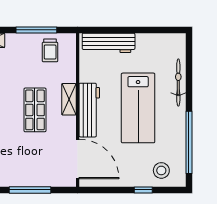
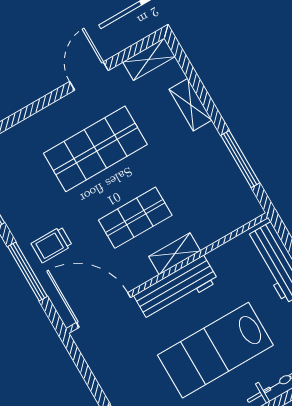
trolley: (50, 50) -> (52, 245), moved
door: (78, 159) -> (104, 310), swing flipped

